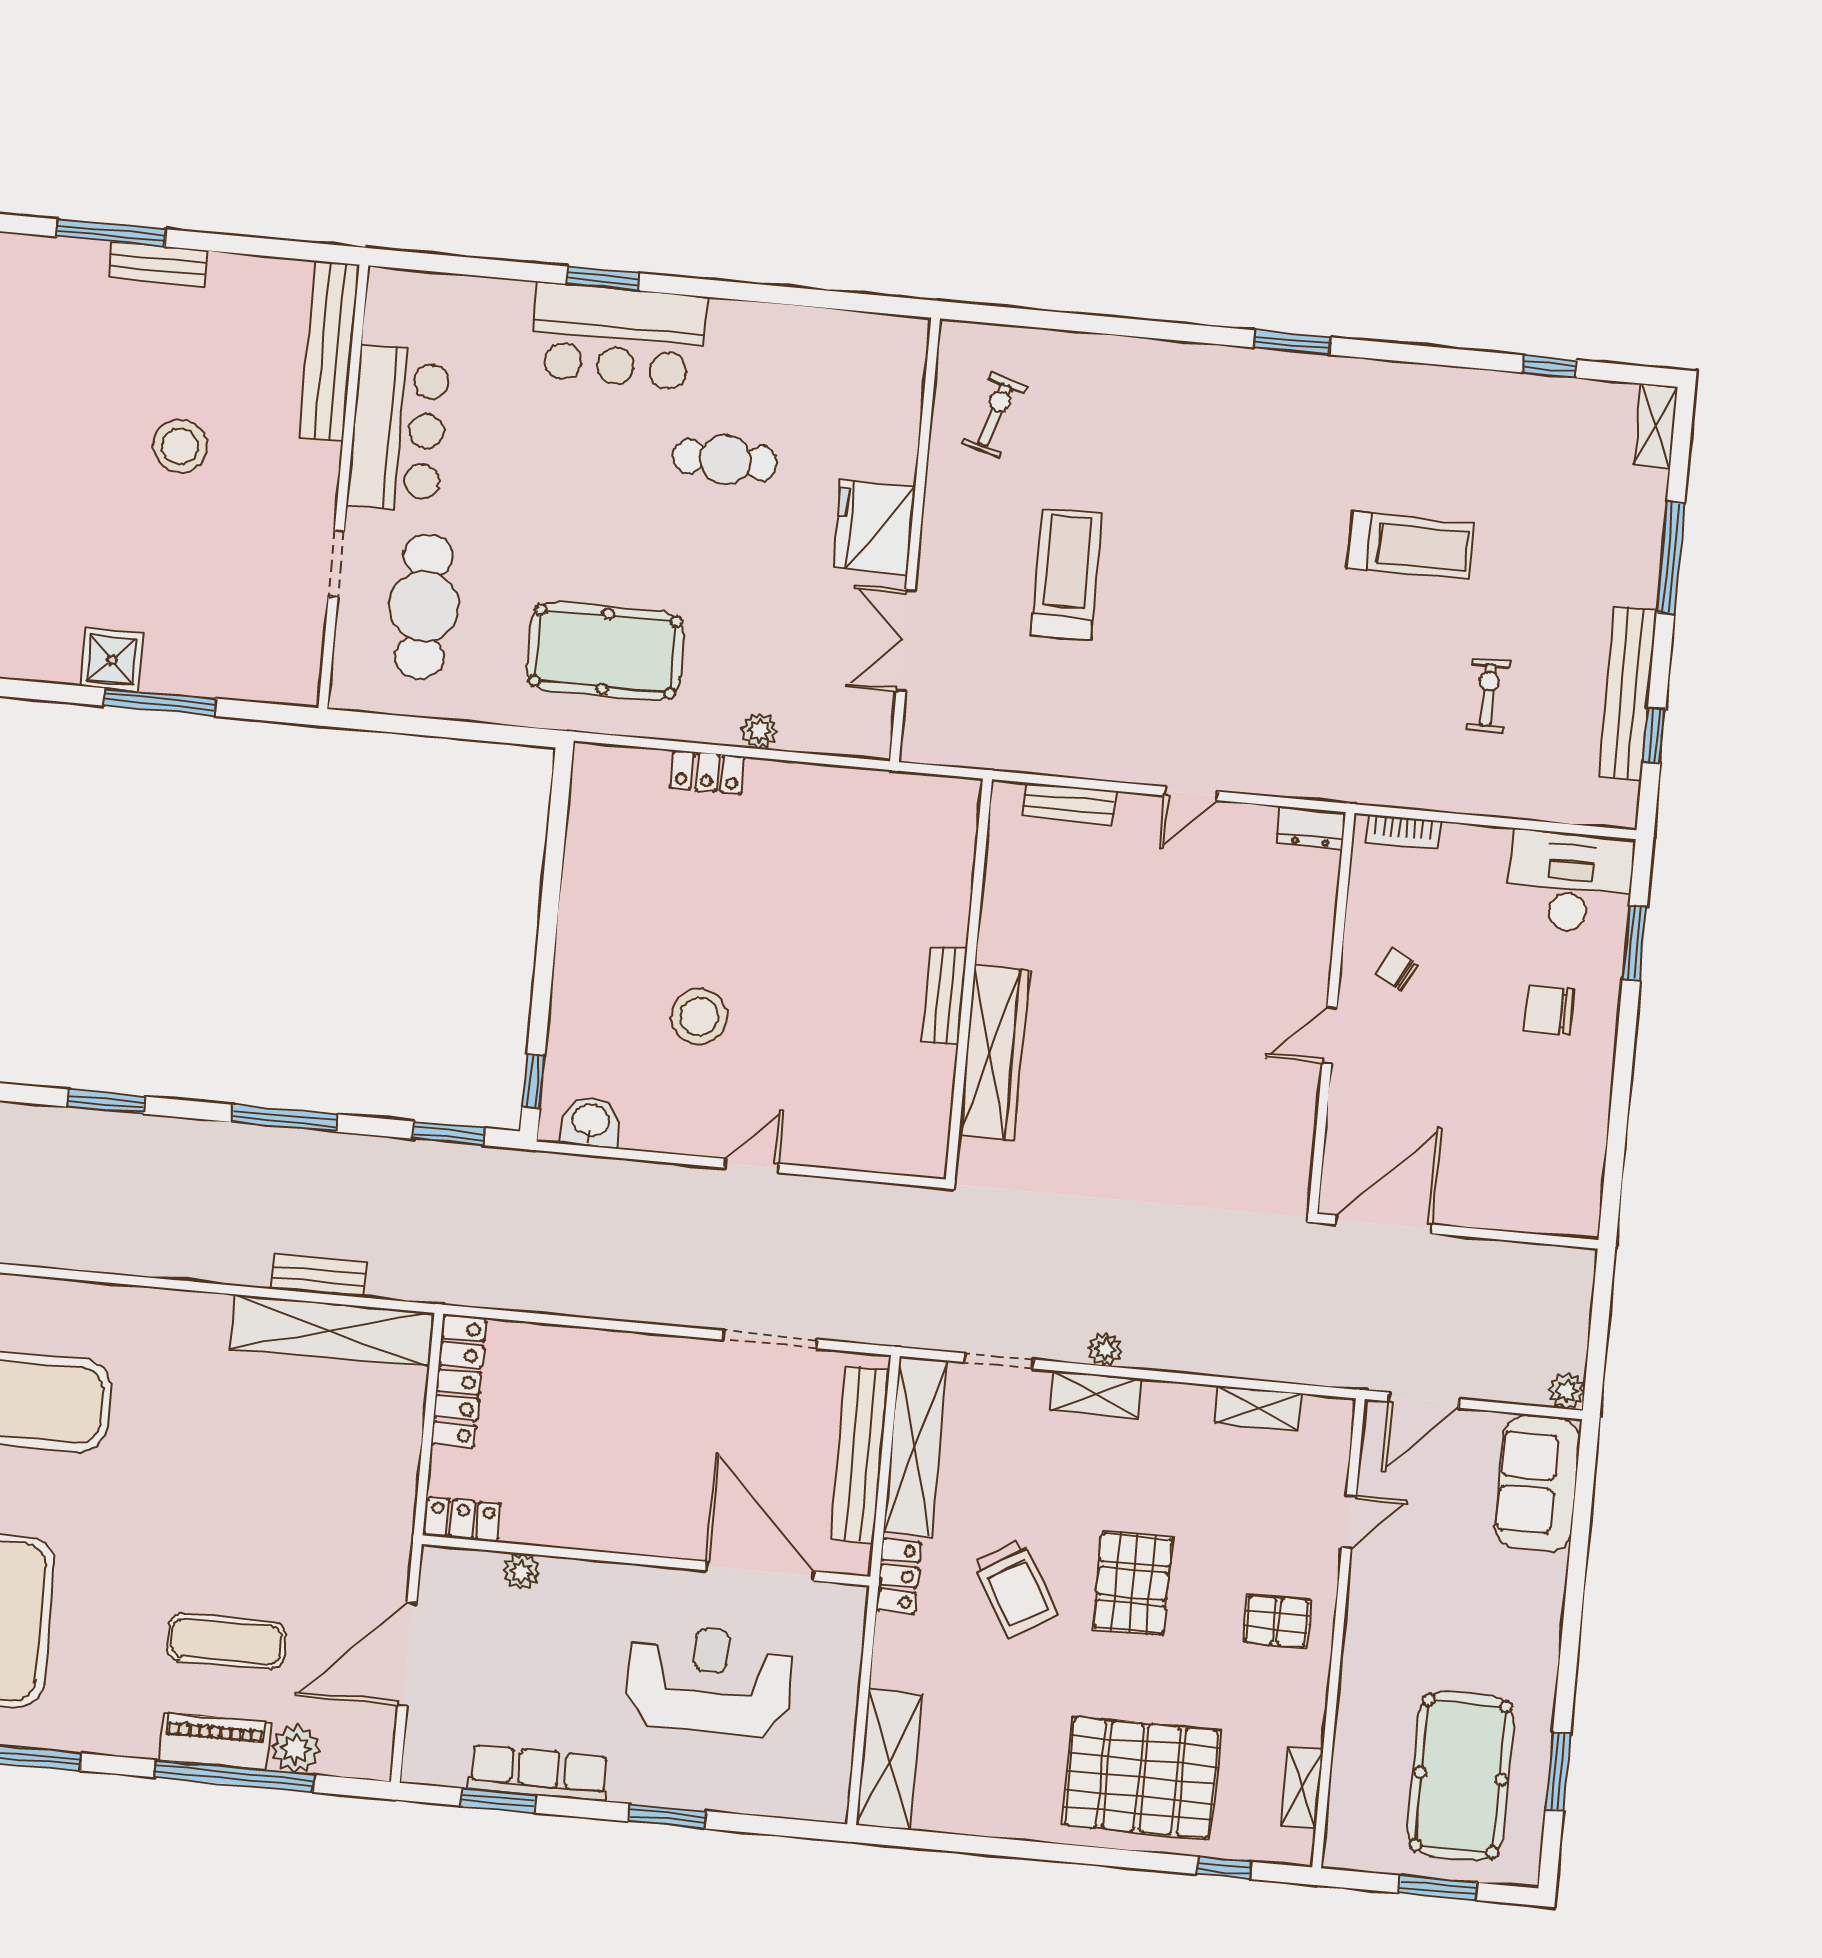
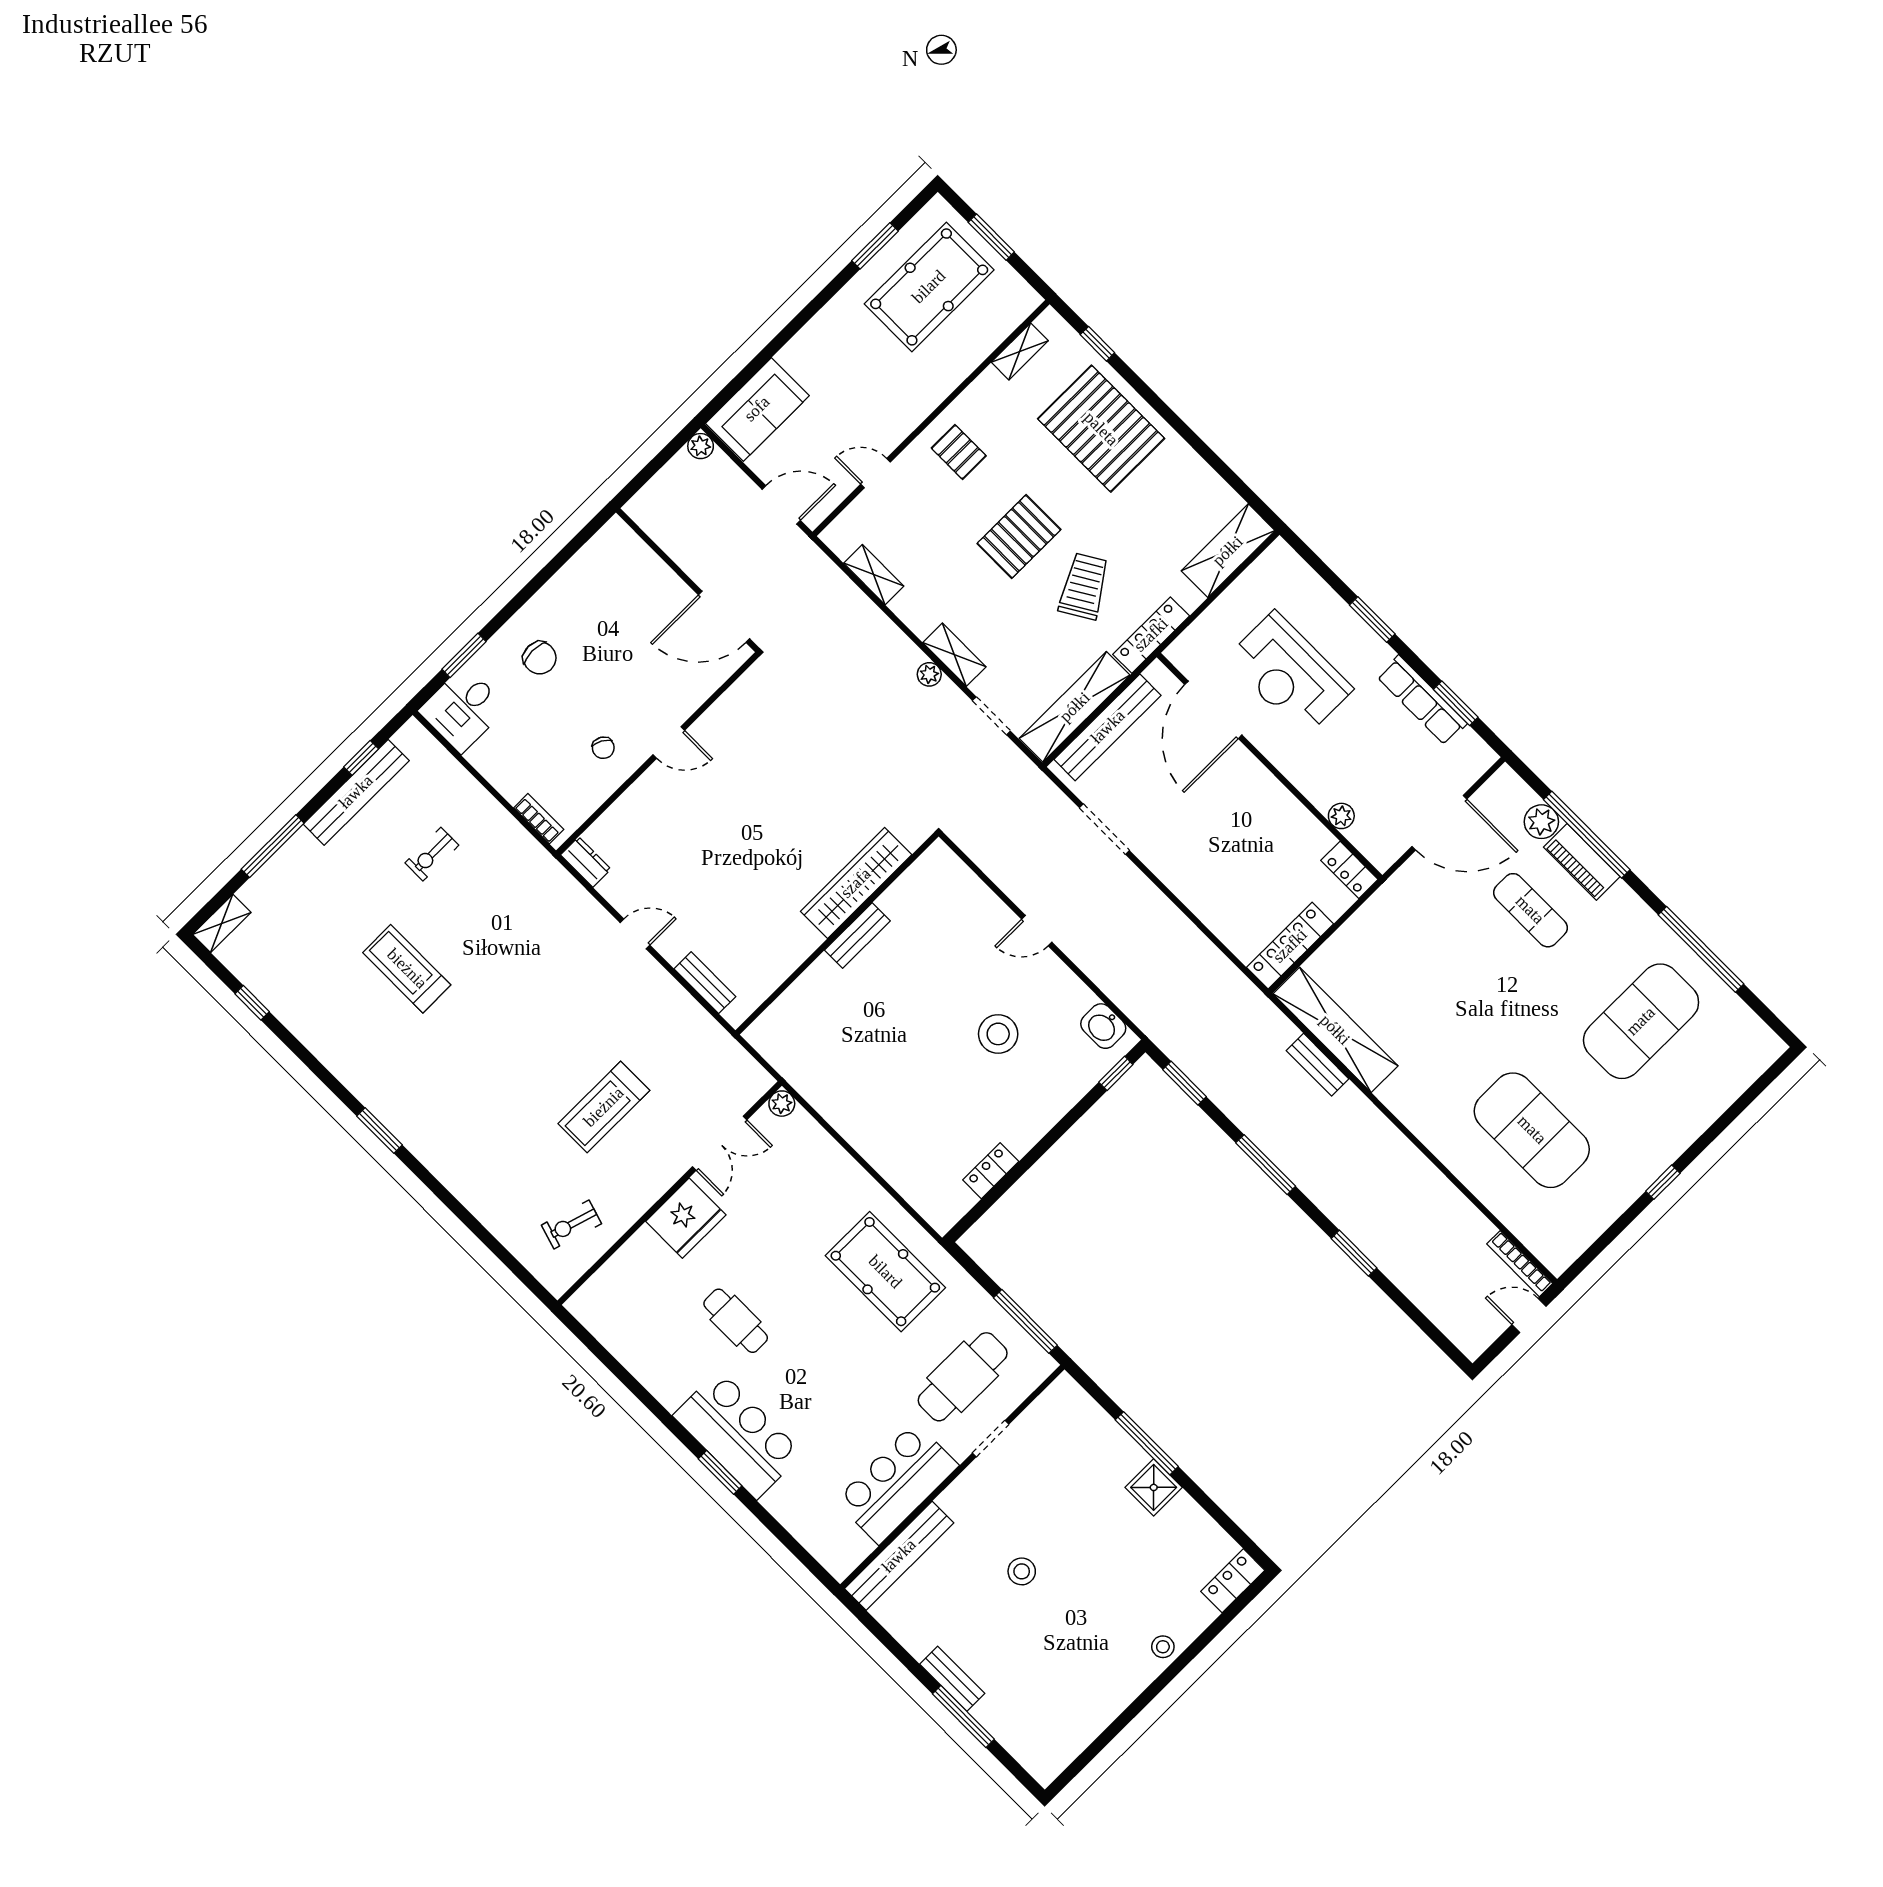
stool: (180, 446) -> (1022, 1571), width x0.73, depth x0.73
window: (405, 725) -> (1025, 1321), added
plant: (759, 731) -> (782, 1104), moved
locker: (707, 772) -> (991, 1171), moved, turned -90
desk: (1570, 882) -> (463, 709), width x0.73
locker: (899, 1576) -> (1151, 635), width x1.53

